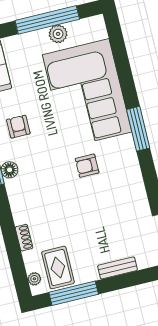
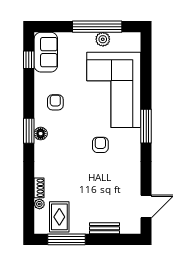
armchair: (87, 166) -> (100, 145), turned 90
plant: (34, 279) -> (39, 204), moved

